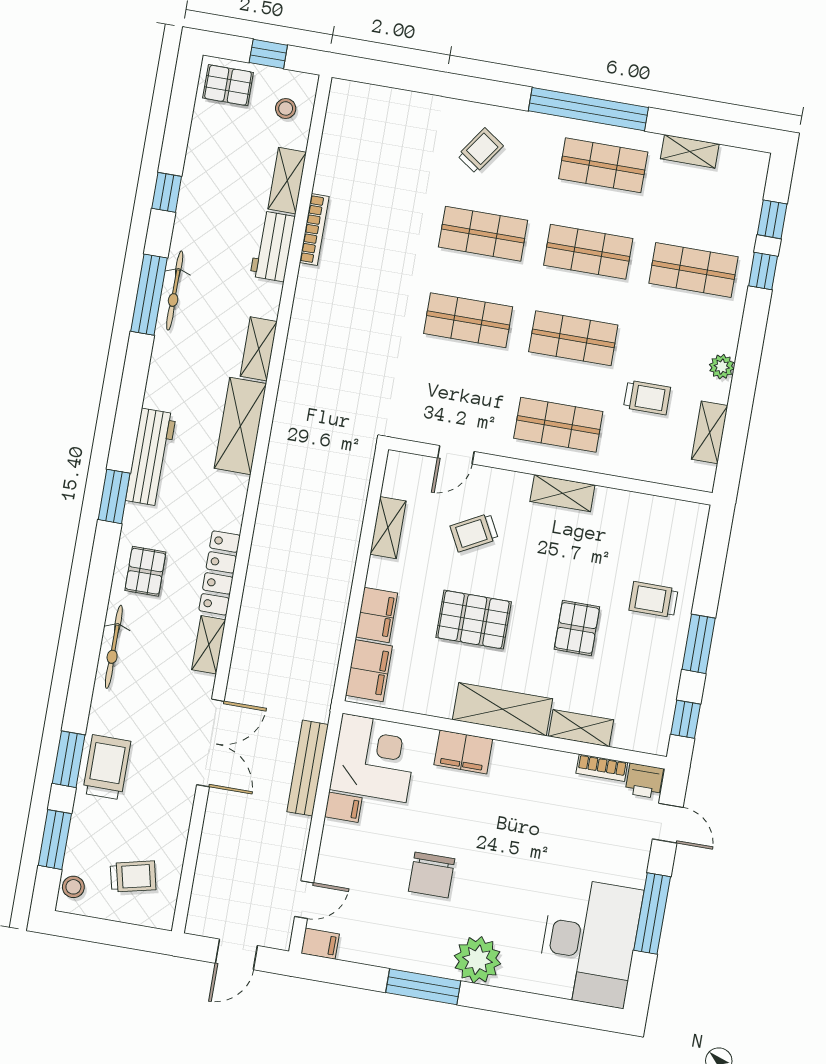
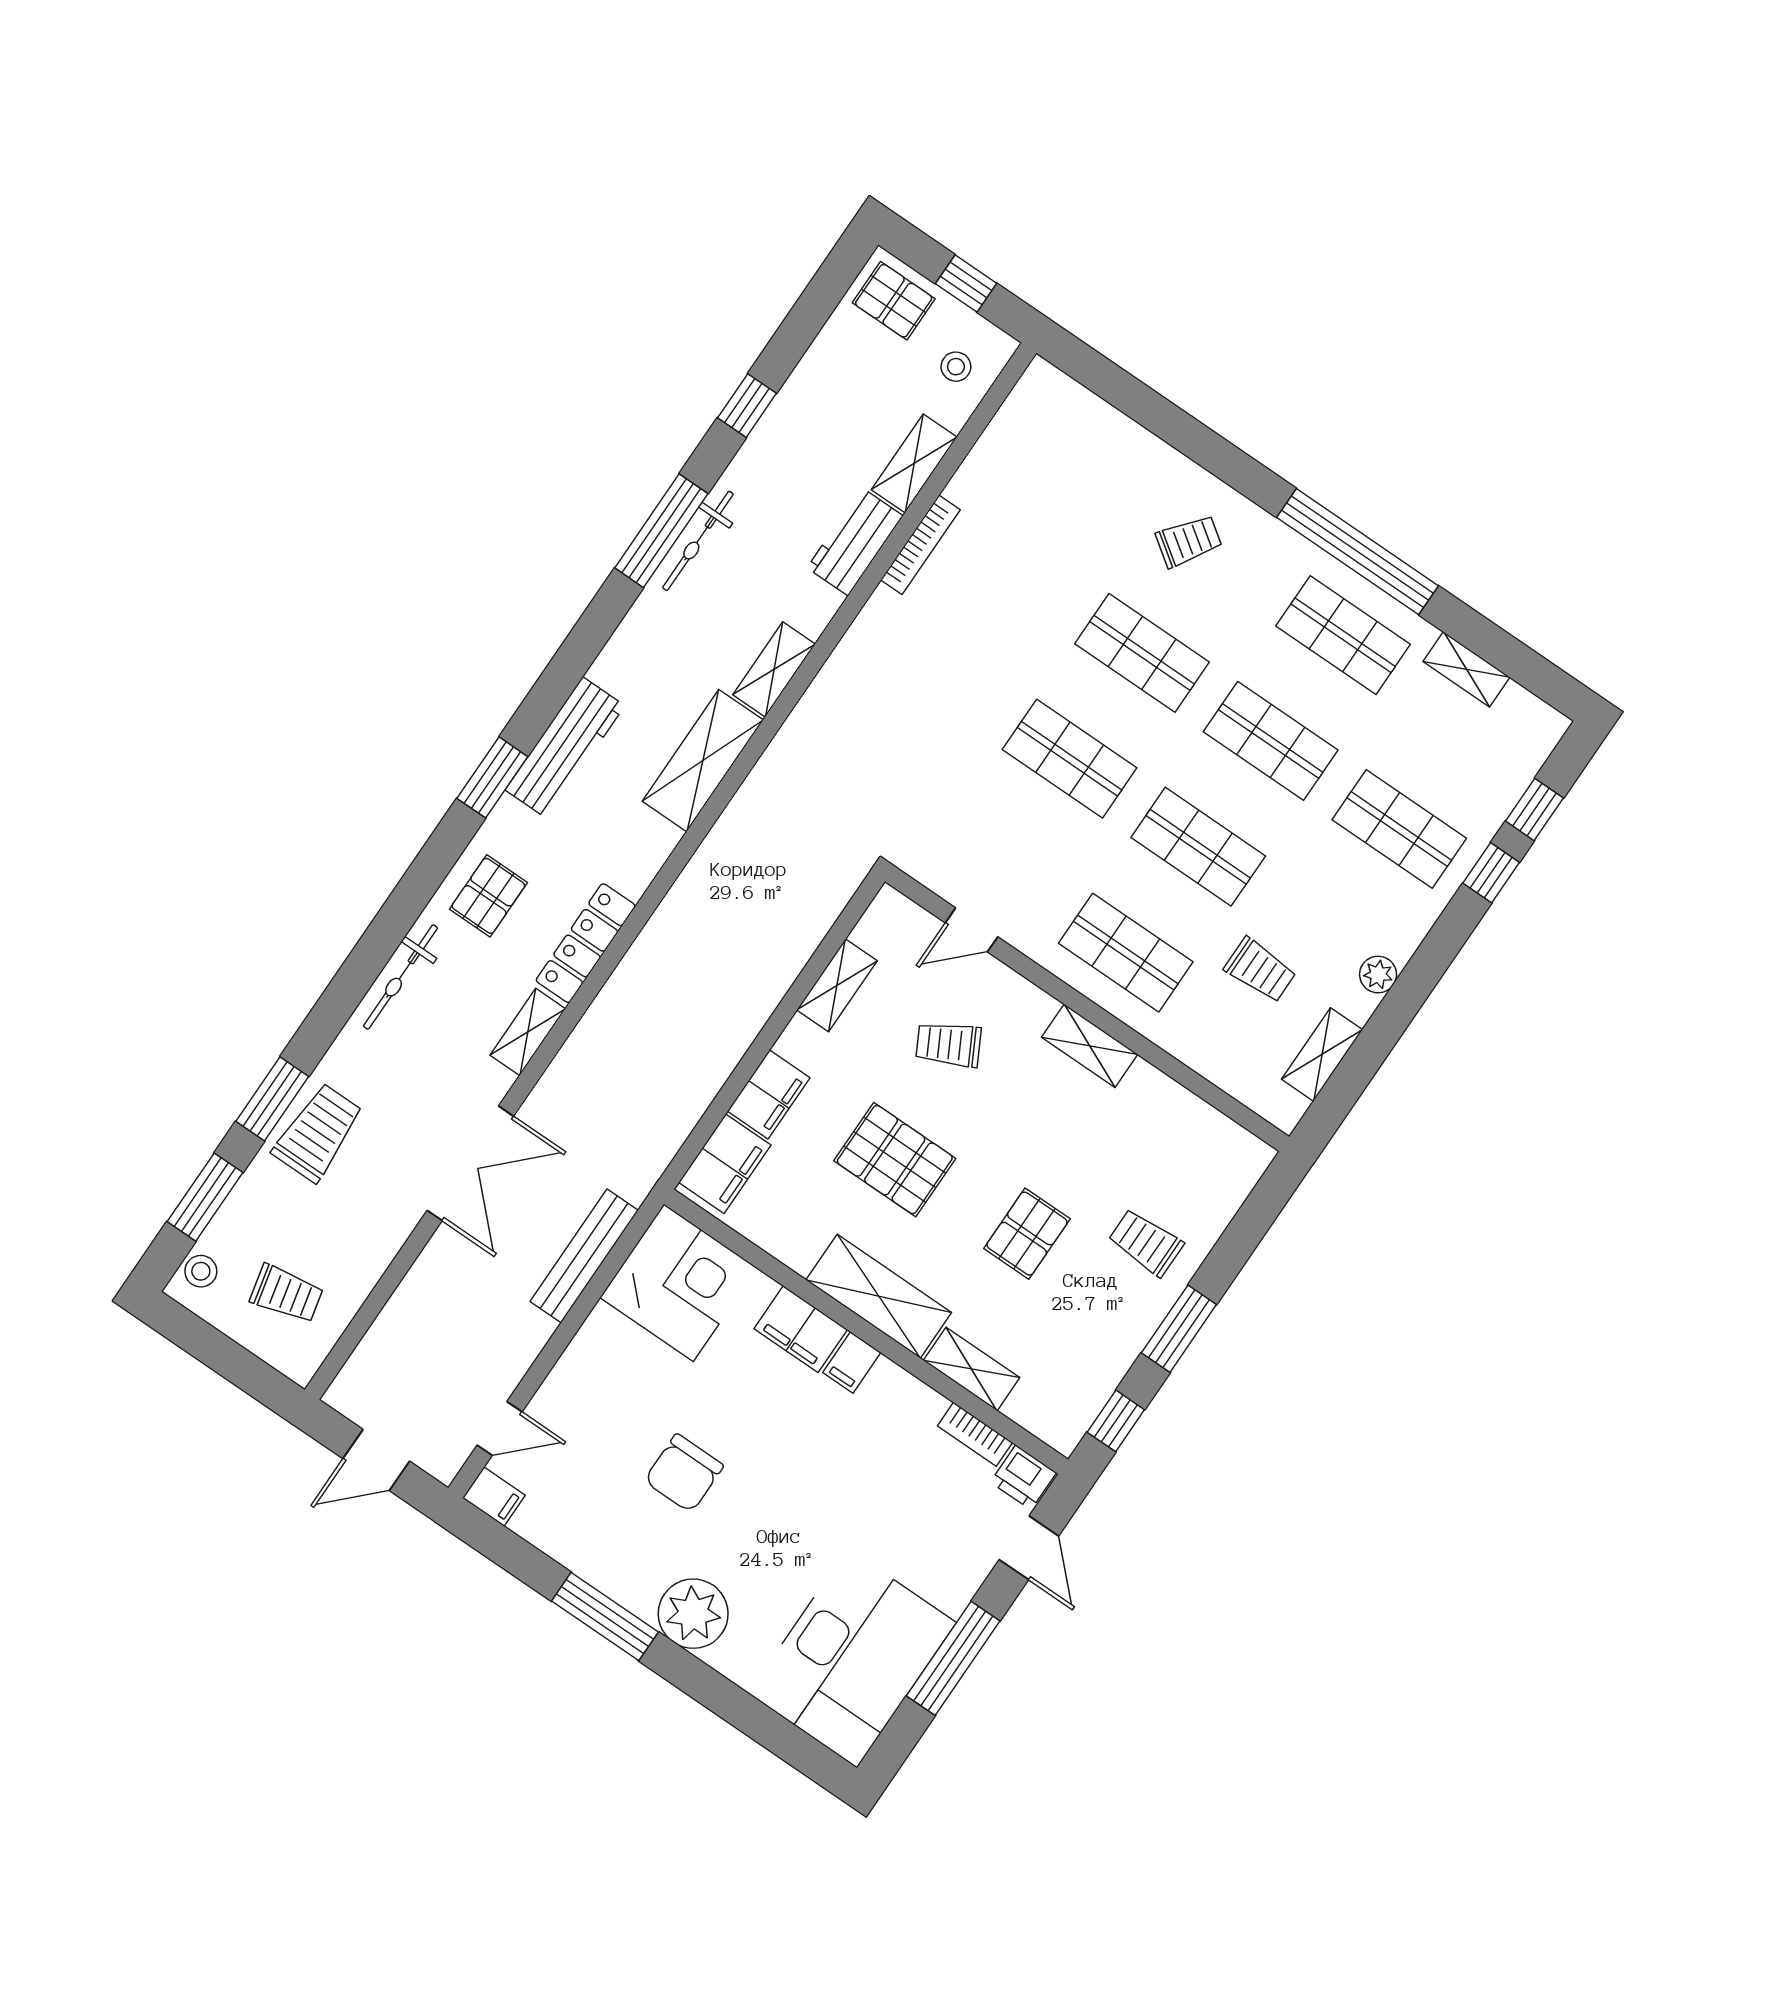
filing cabinet: (343, 807) -> (852, 1362), moved, turned 90

